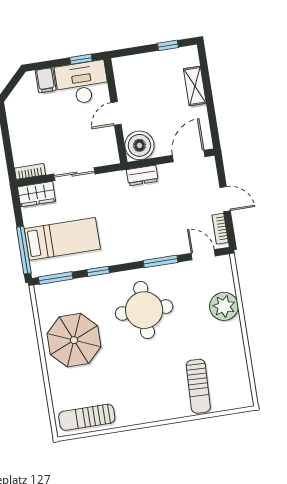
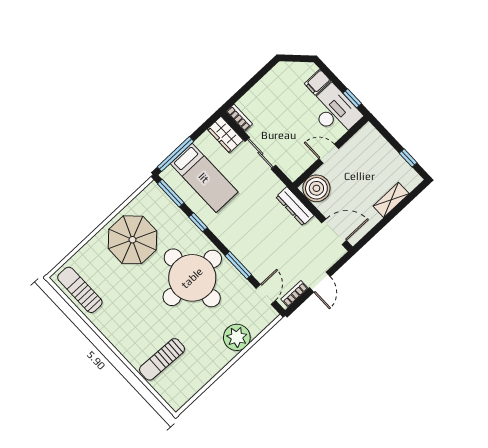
dresser: (142, 175) -> (295, 206), width x1.44
round table: (144, 310) -> (192, 278), width x1.36, depth x1.36

